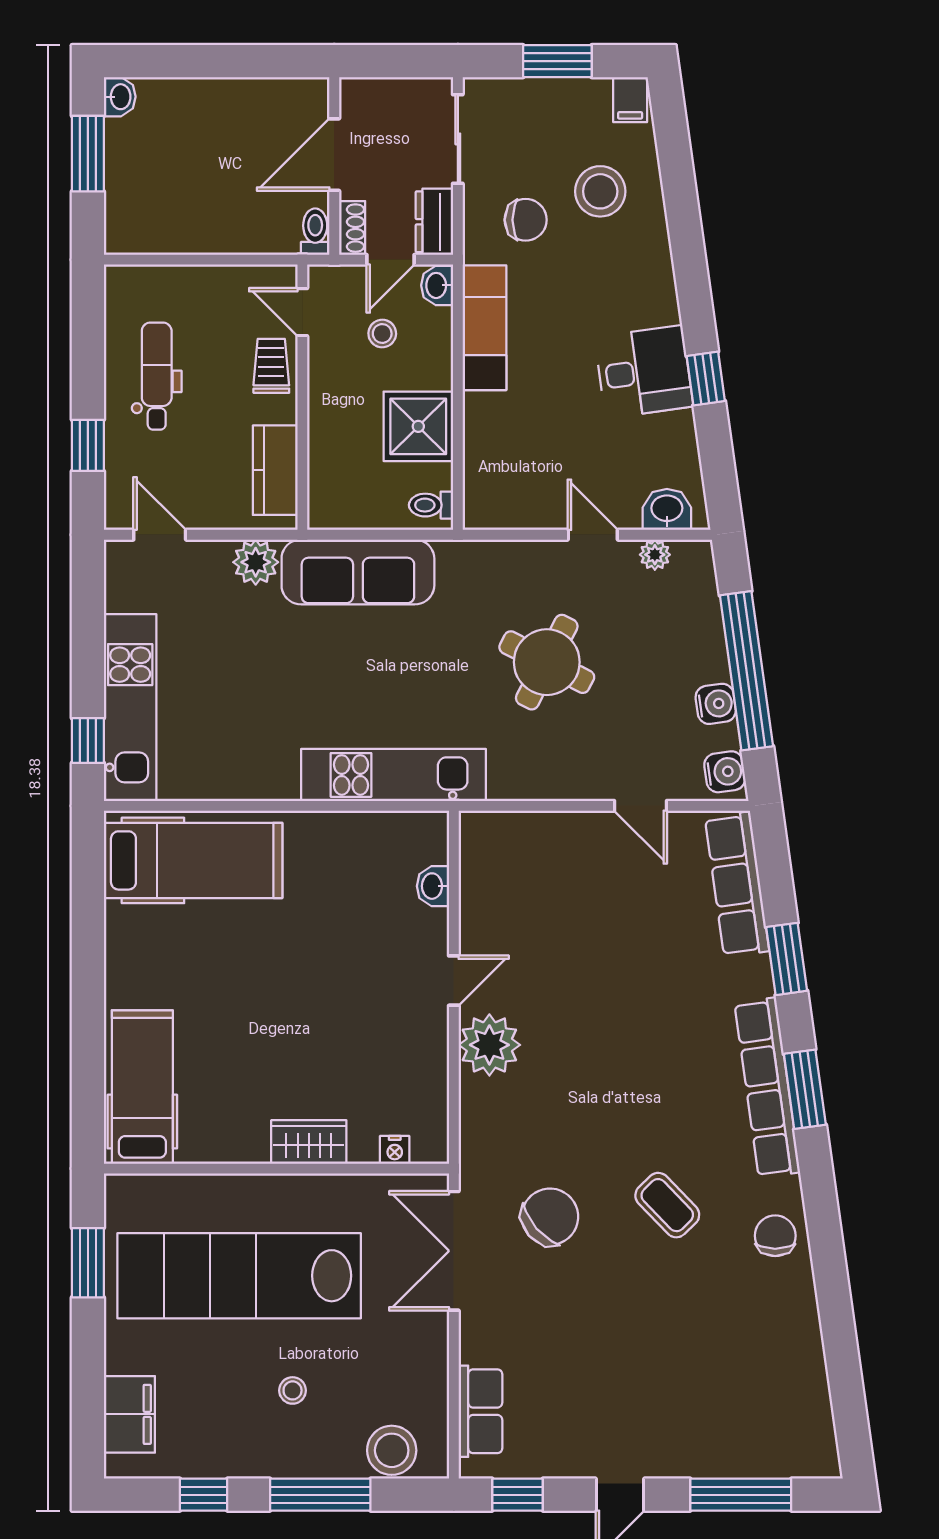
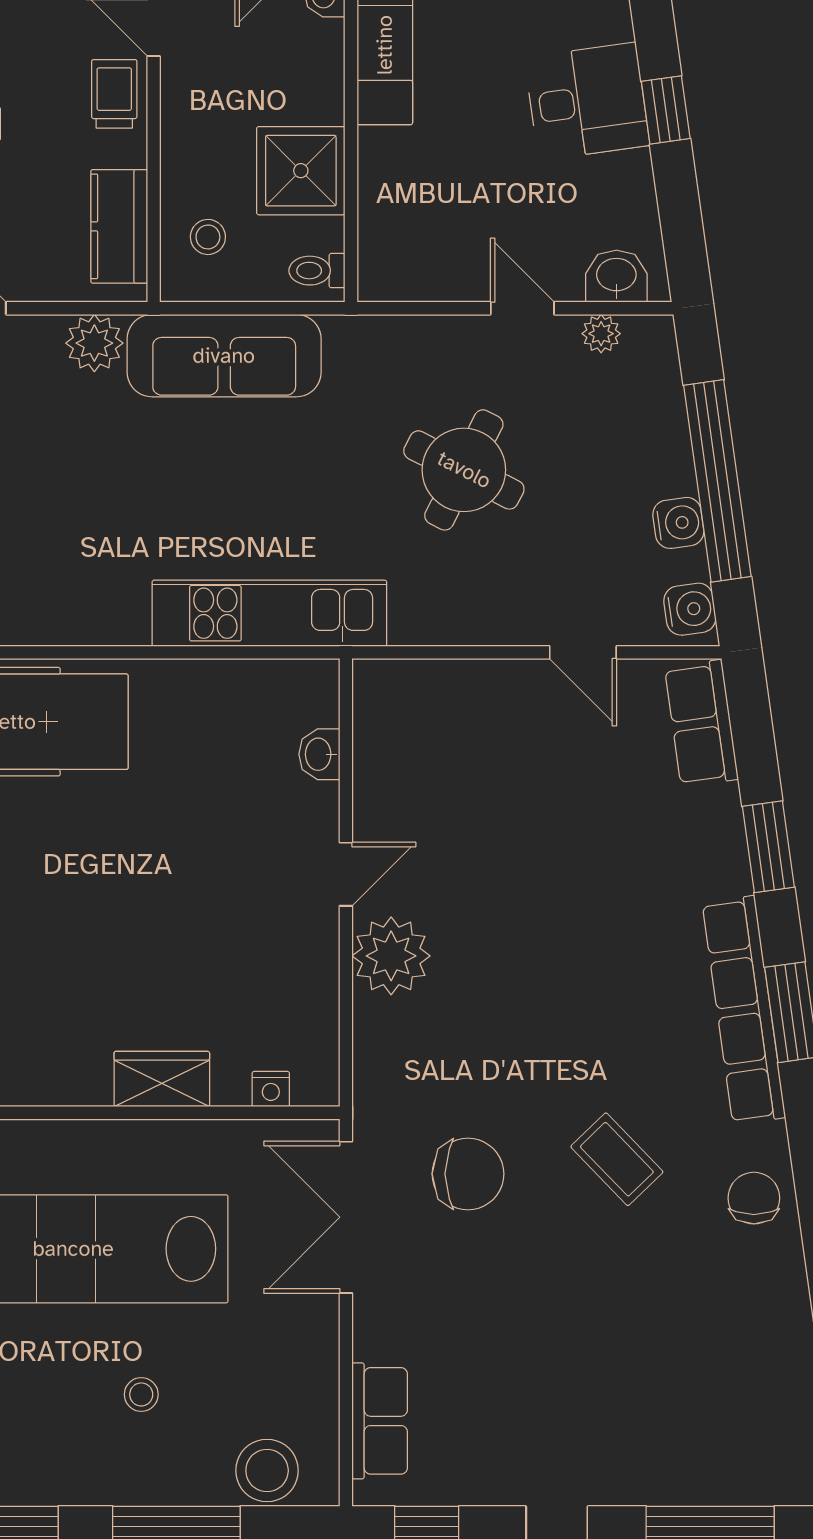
stool: (382, 333) -> (208, 237), moved
row of seats: (737, 884) -> (701, 723), width x0.68
chair: (550, 1217) -> (468, 1174), turned 41

